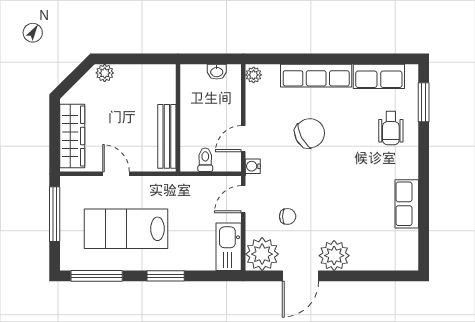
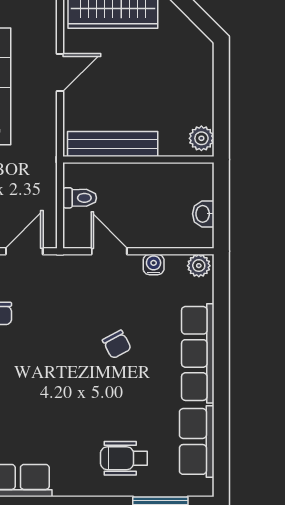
plant: (105, 73) -> (201, 138), moved
chair: (310, 133) -> (117, 344), width x0.54, depth x0.54
water cooler: (253, 166) -> (154, 264), moved
door: (243, 199) -> (24, 251), hinge flipped

